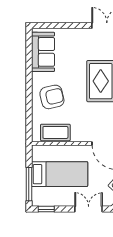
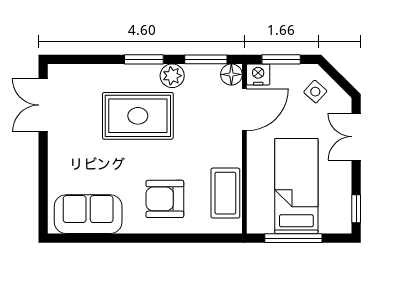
armchair: (52, 97) -> (165, 199), turned -77
window: (29, 184) -> (293, 238), moved

